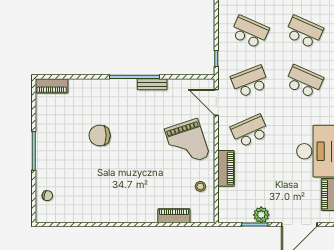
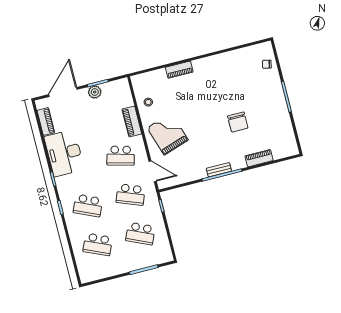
school desk: (250, 81) -> (131, 195), turned 42
bench: (152, 84) -> (219, 170), moved
piano: (52, 86) -> (259, 158), moved
school desk: (250, 131) -> (121, 156), turned 39
chair: (100, 135) -> (238, 122), turned 90
piano: (174, 216) -> (179, 70), moved

